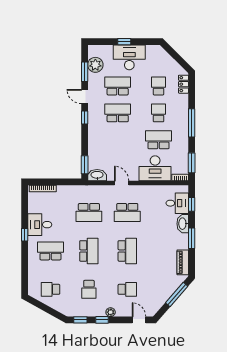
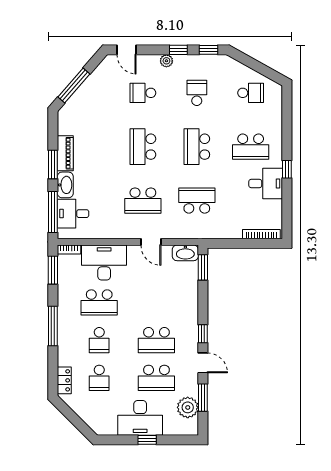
window: (192, 204) -> (53, 212), width x2.17
school desk: (127, 212) -> (143, 201), turned 180
piano: (183, 262) -> (65, 153), moved

